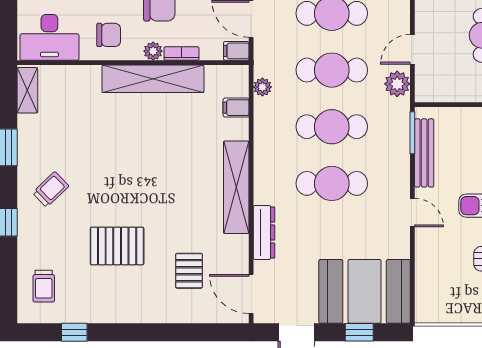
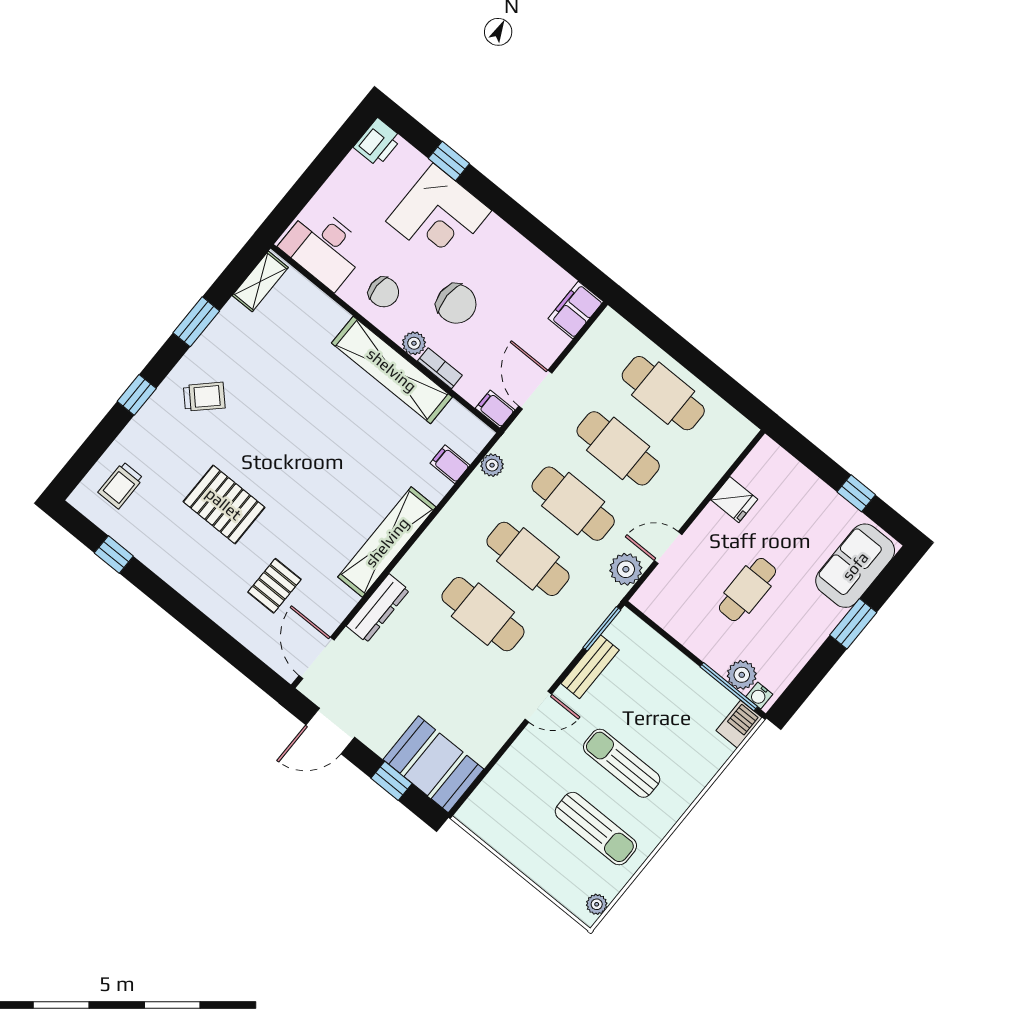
bench: (424, 153) -> (590, 667), width x0.73
door: (412, 213) -> (538, 707), hinge flipped
booth: (365, 291) -> (433, 764), width x0.73, depth x0.70

